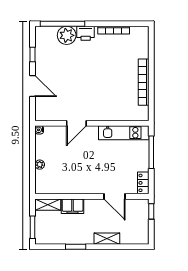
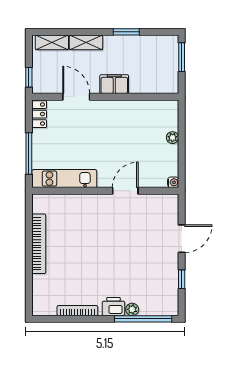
plant: (67, 35) -> (132, 309), width x0.53, depth x0.53
door: (33, 86) -> (182, 239), swing flipped
shelving: (48, 205) -> (52, 42), moved
filing cabinet: (73, 206) -> (114, 84), moved

